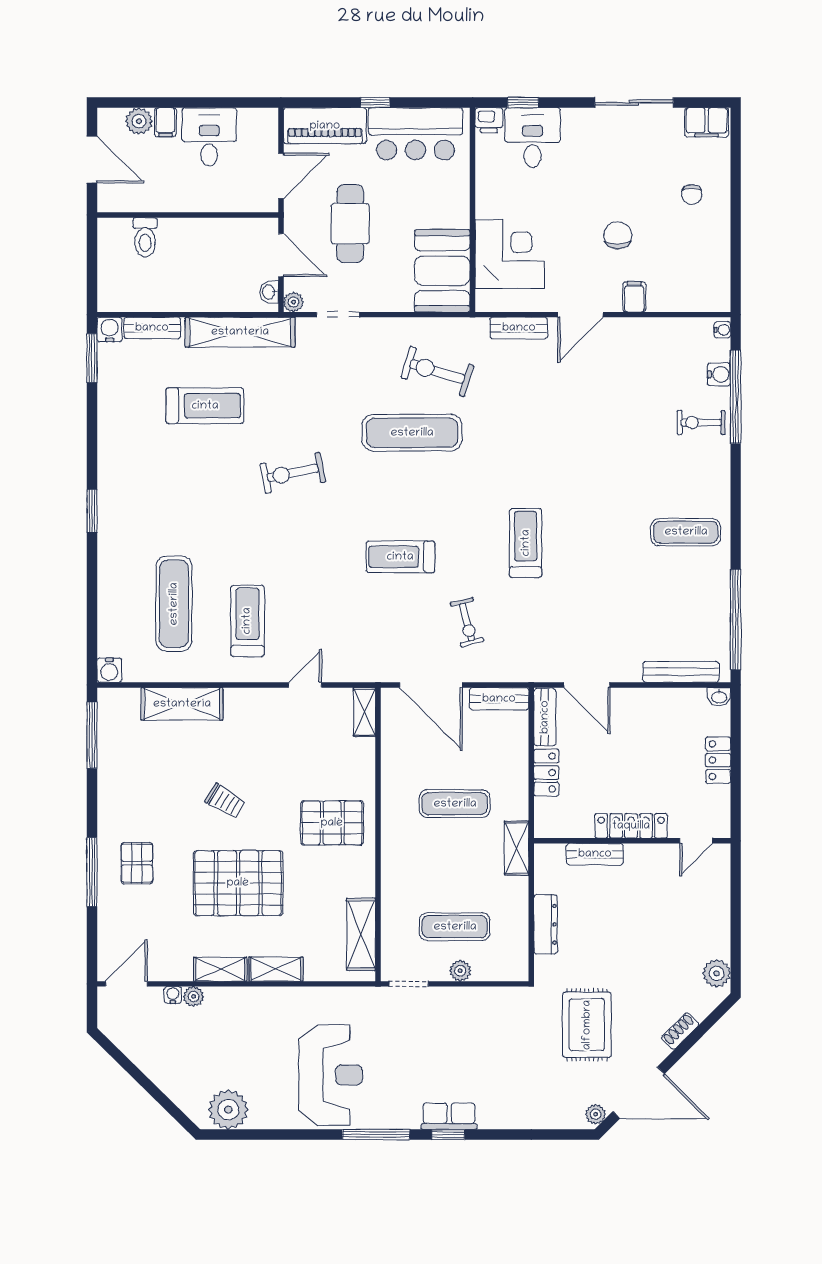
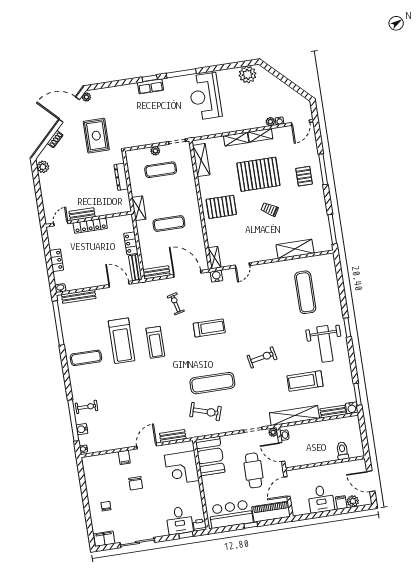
weight bench: (148, 482) -> (325, 344), added
treadmill: (247, 621) -> (122, 341), moved, width x1.37, depth x1.38
water cooler: (109, 670) -> (216, 276), moved
bench: (595, 854) -> (82, 214), moved

